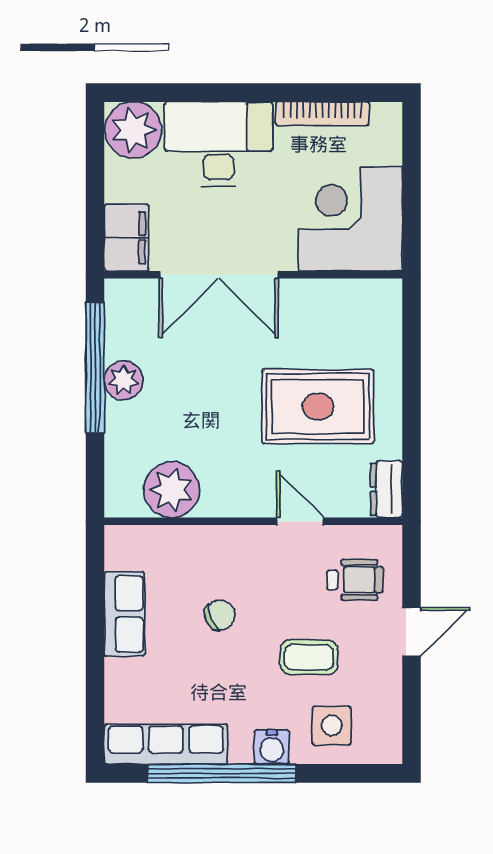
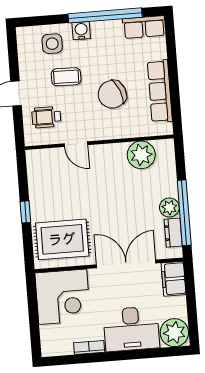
bookcase: (322, 114) -> (89, 348), width x0.64
window: (411, 394) -> (25, 212), added
rug: (318, 406) -> (62, 239), moved
dresser: (386, 489) -> (173, 233), moved, turned 180
row of seats: (124, 614) -> (160, 91), width x1.48
chair: (220, 615) -> (112, 94), width x1.87, depth x1.87
row of seats: (166, 744) -> (144, 27), width x0.68

